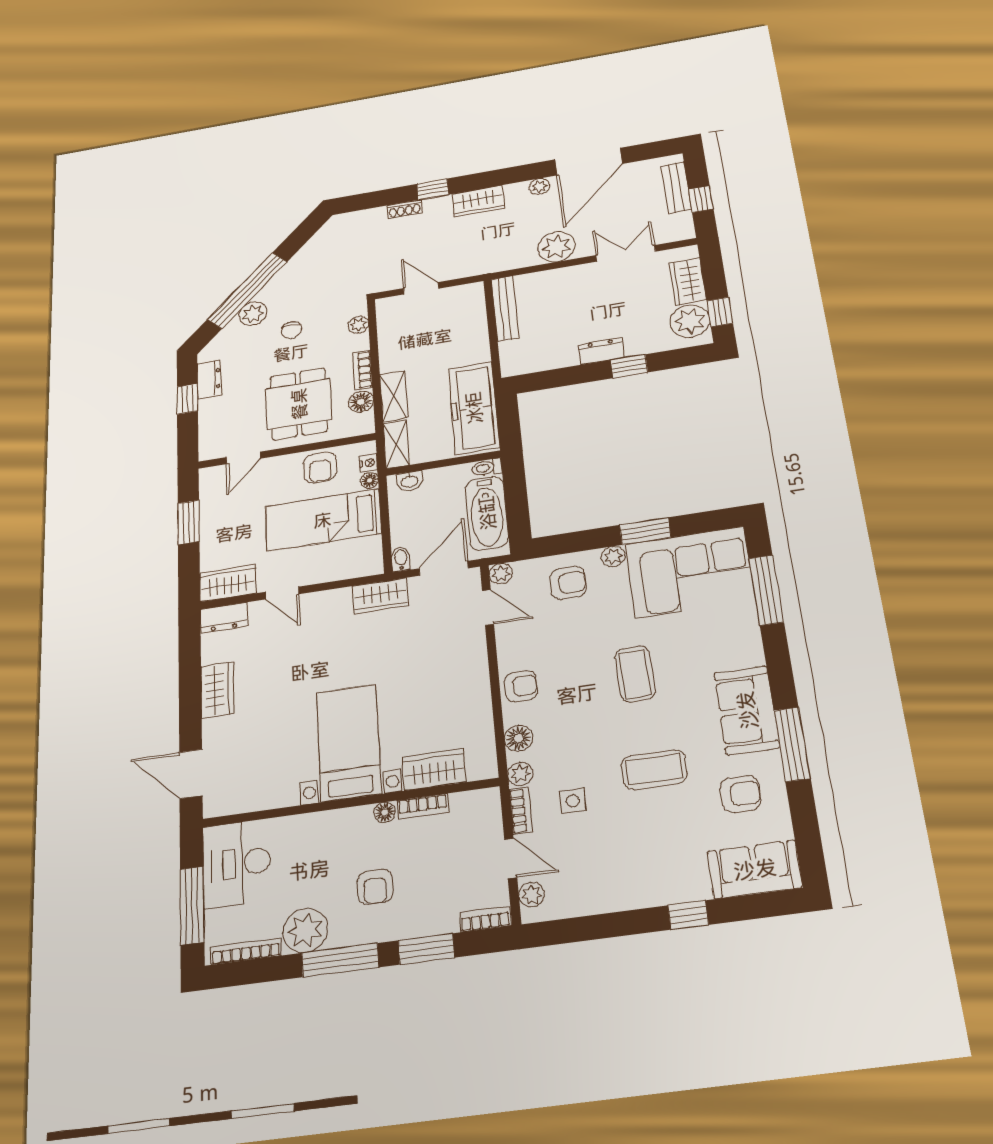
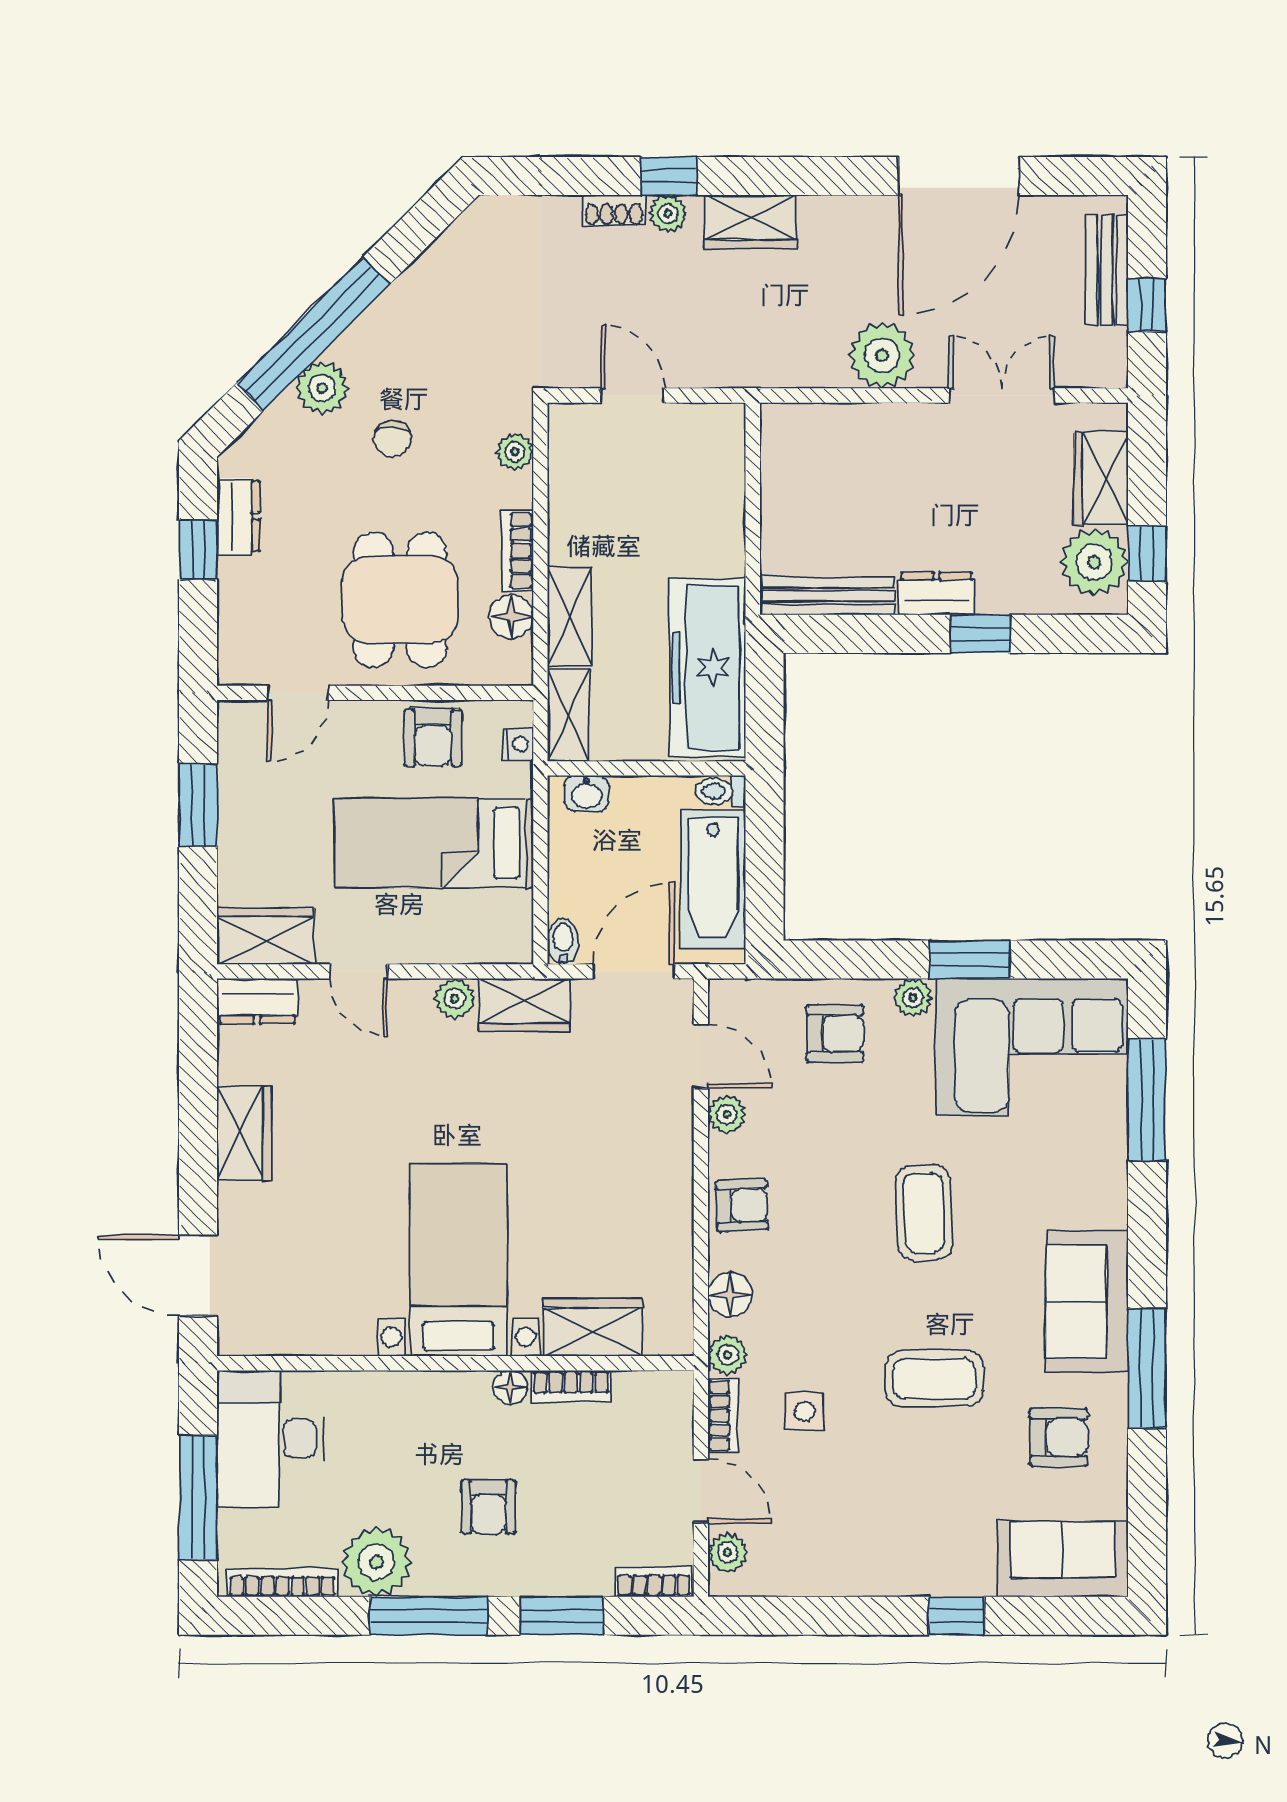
plant: (539, 187) -> (668, 213), moved
bench: (505, 308) -> (827, 596), moved, turned 90
floor lamp: (369, 480) -> (518, 779), removed
plant: (501, 574) -> (727, 1115), moved
plant: (339, 599) -> (455, 999), added

